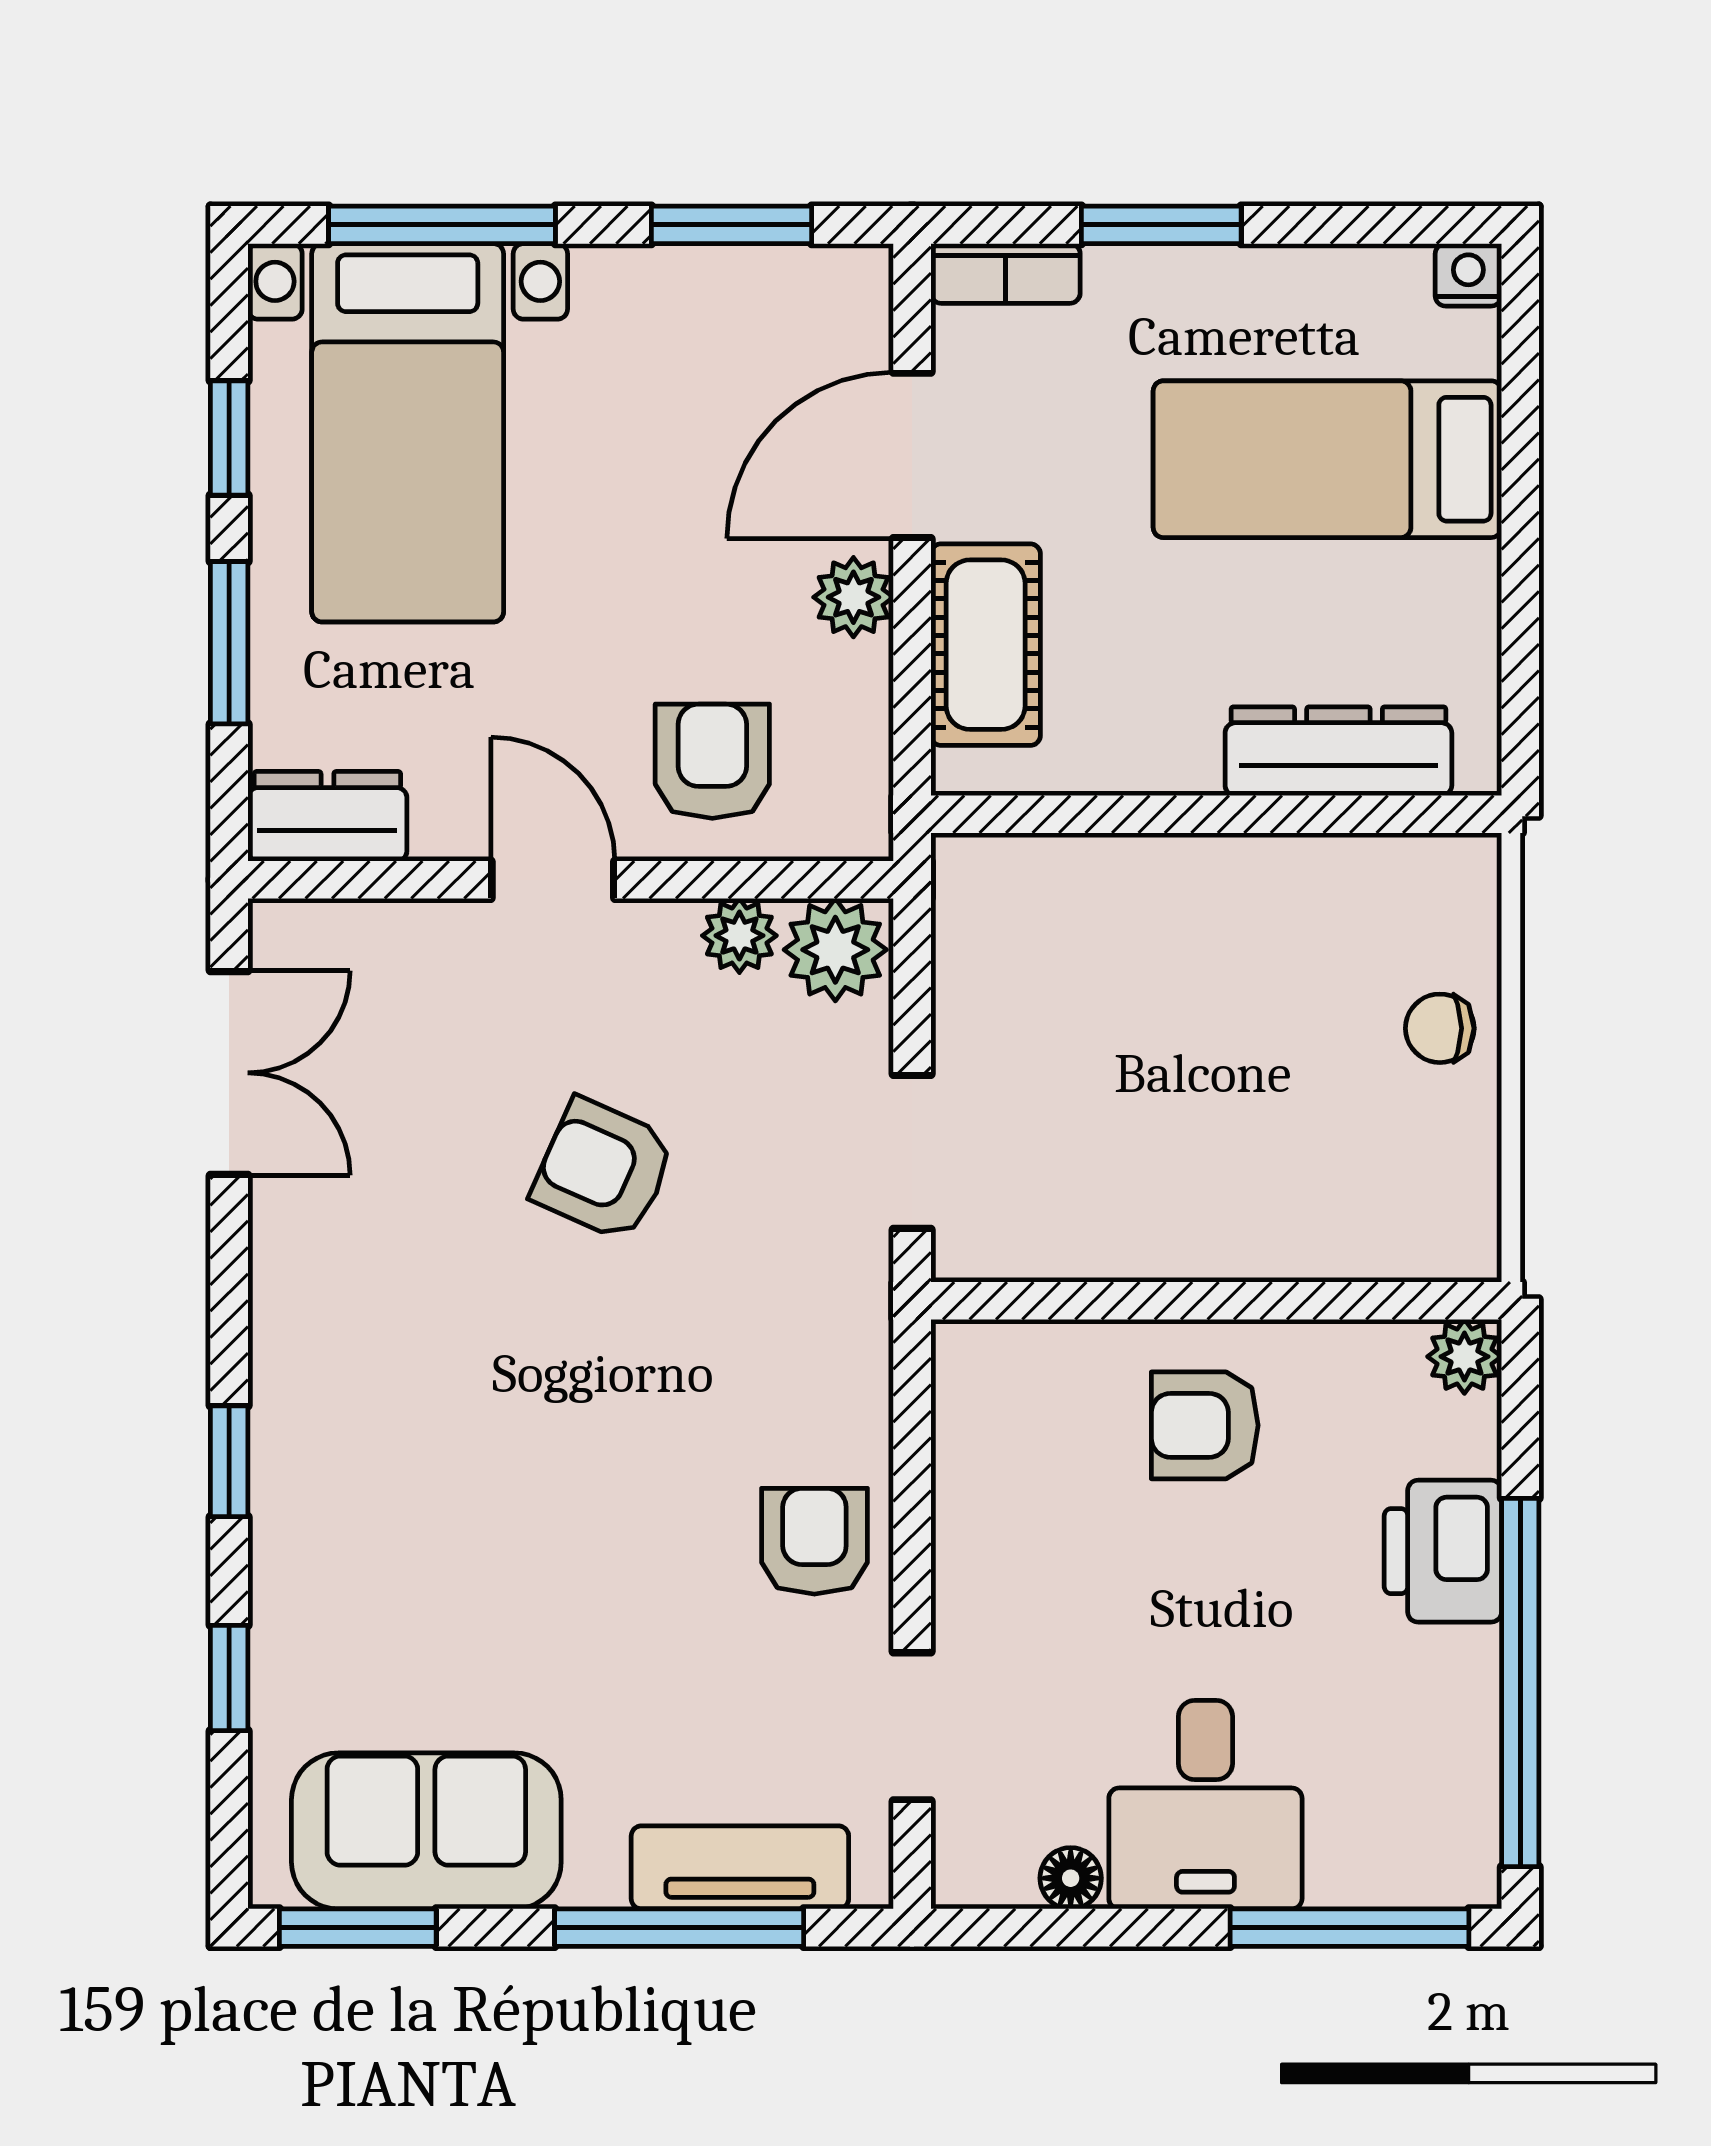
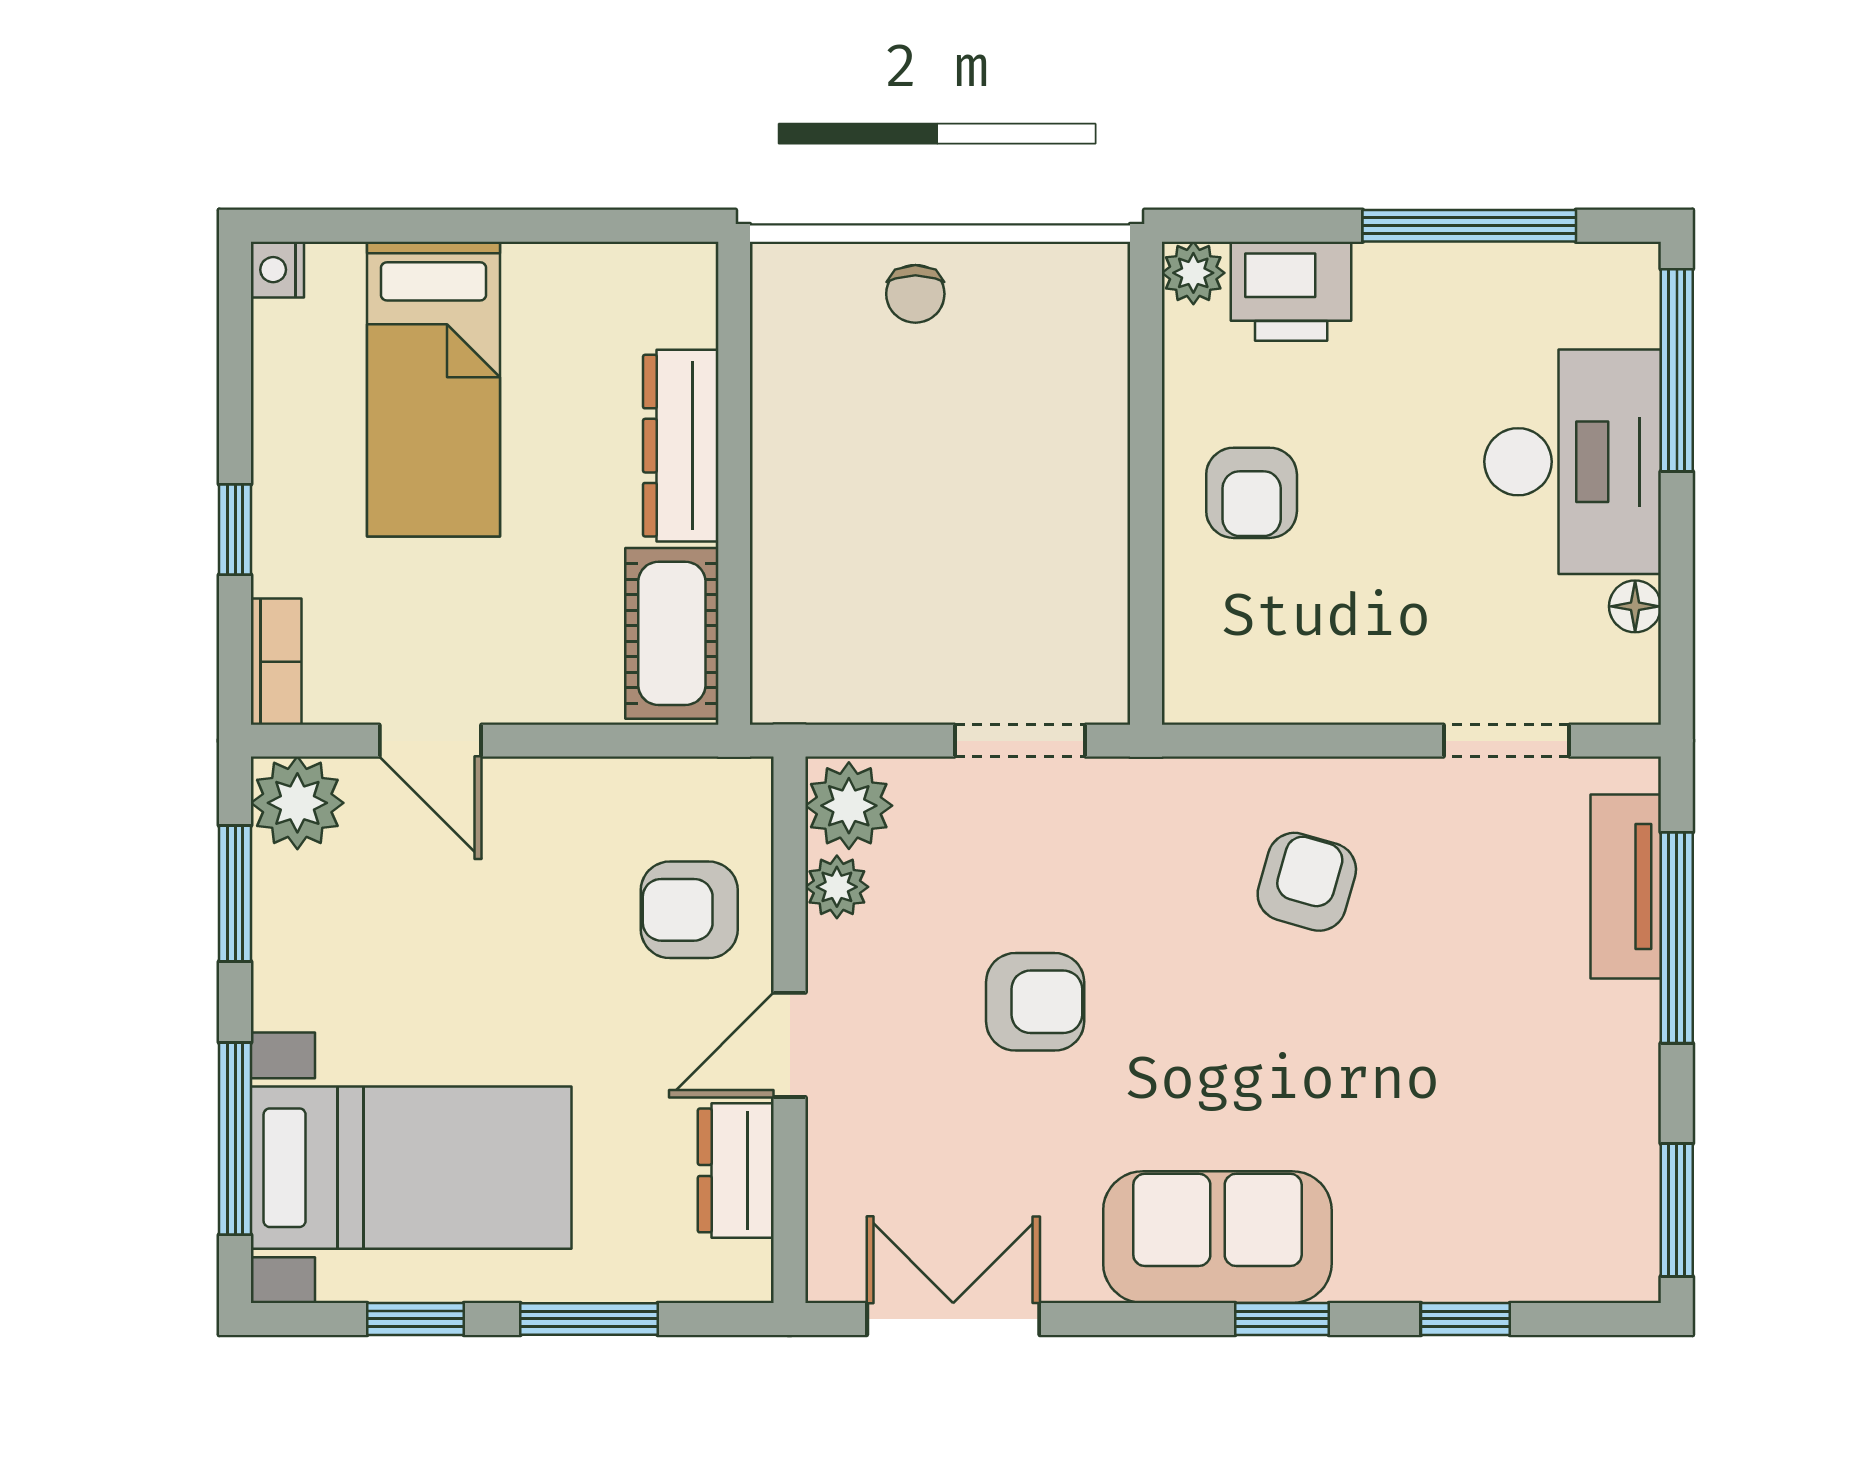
window: (1161, 225) -> (235, 530), width x0.67
door: (912, 455) -> (430, 741), width x0.73
plant: (853, 597) -> (297, 803), moved, width x1.38, depth x1.38
cot: (986, 645) -> (672, 633), moved, turned 90
dresser: (1338, 751) -> (681, 446), moved
dresser: (327, 816) -> (736, 1170), moved
armchair: (604, 1170) -> (1035, 1002), turned -114
armchair: (814, 1541) -> (1307, 882), moved, turned 106
printer: (1443, 1551) -> (1291, 291), moved
window: (1520, 1683) -> (1469, 226), width x0.68
desk: (1205, 1805) -> (1573, 462), width x1.37
sofa: (426, 1831) -> (1217, 1237), moved, turned 90

